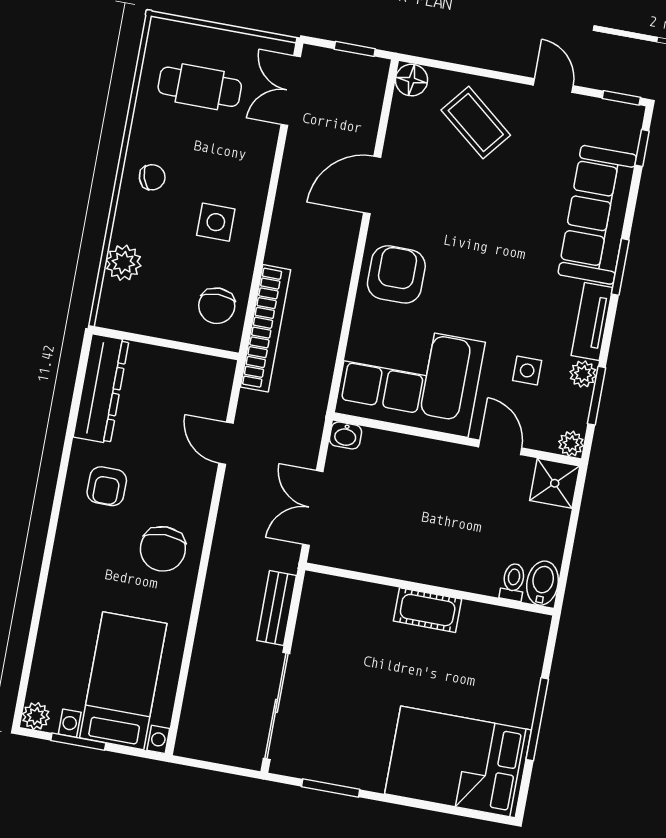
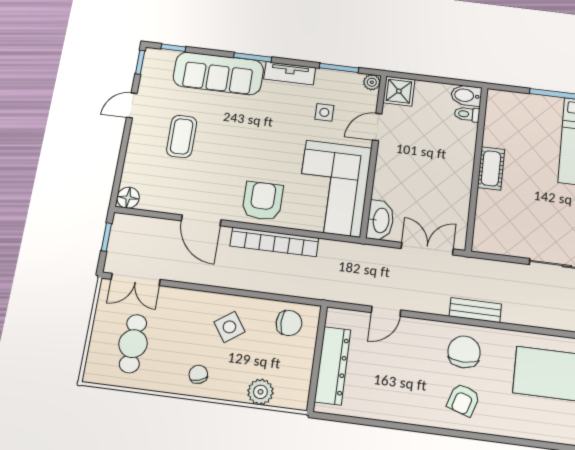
coffee table: (476, 123) -> (182, 136), moved, turned -39
side table: (216, 222) -> (229, 327), turned -35
armchair: (396, 274) -> (263, 201), turned 90
bookcase: (265, 328) -> (274, 242), moved, turned 180
plant: (583, 374) -> (325, 77), removed
dresser: (101, 389) -> (333, 366), moved, turned 90
washbasin: (346, 435) -> (380, 220), width x1.91, depth x1.45
armchair: (107, 486) -> (463, 400), moved, turned 108
double door: (313, 508) -> (427, 249), swing flipped
chair: (163, 549) -> (464, 352), turned -90
bench: (277, 608) -> (475, 310), moved

